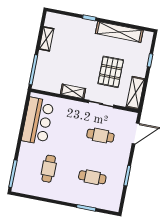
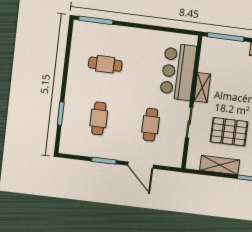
shelving: (135, 93) -> (220, 165), moved
bar counter: (38, 121) -> (178, 72), moved, turned 90
door: (136, 133) -> (141, 165), moved

